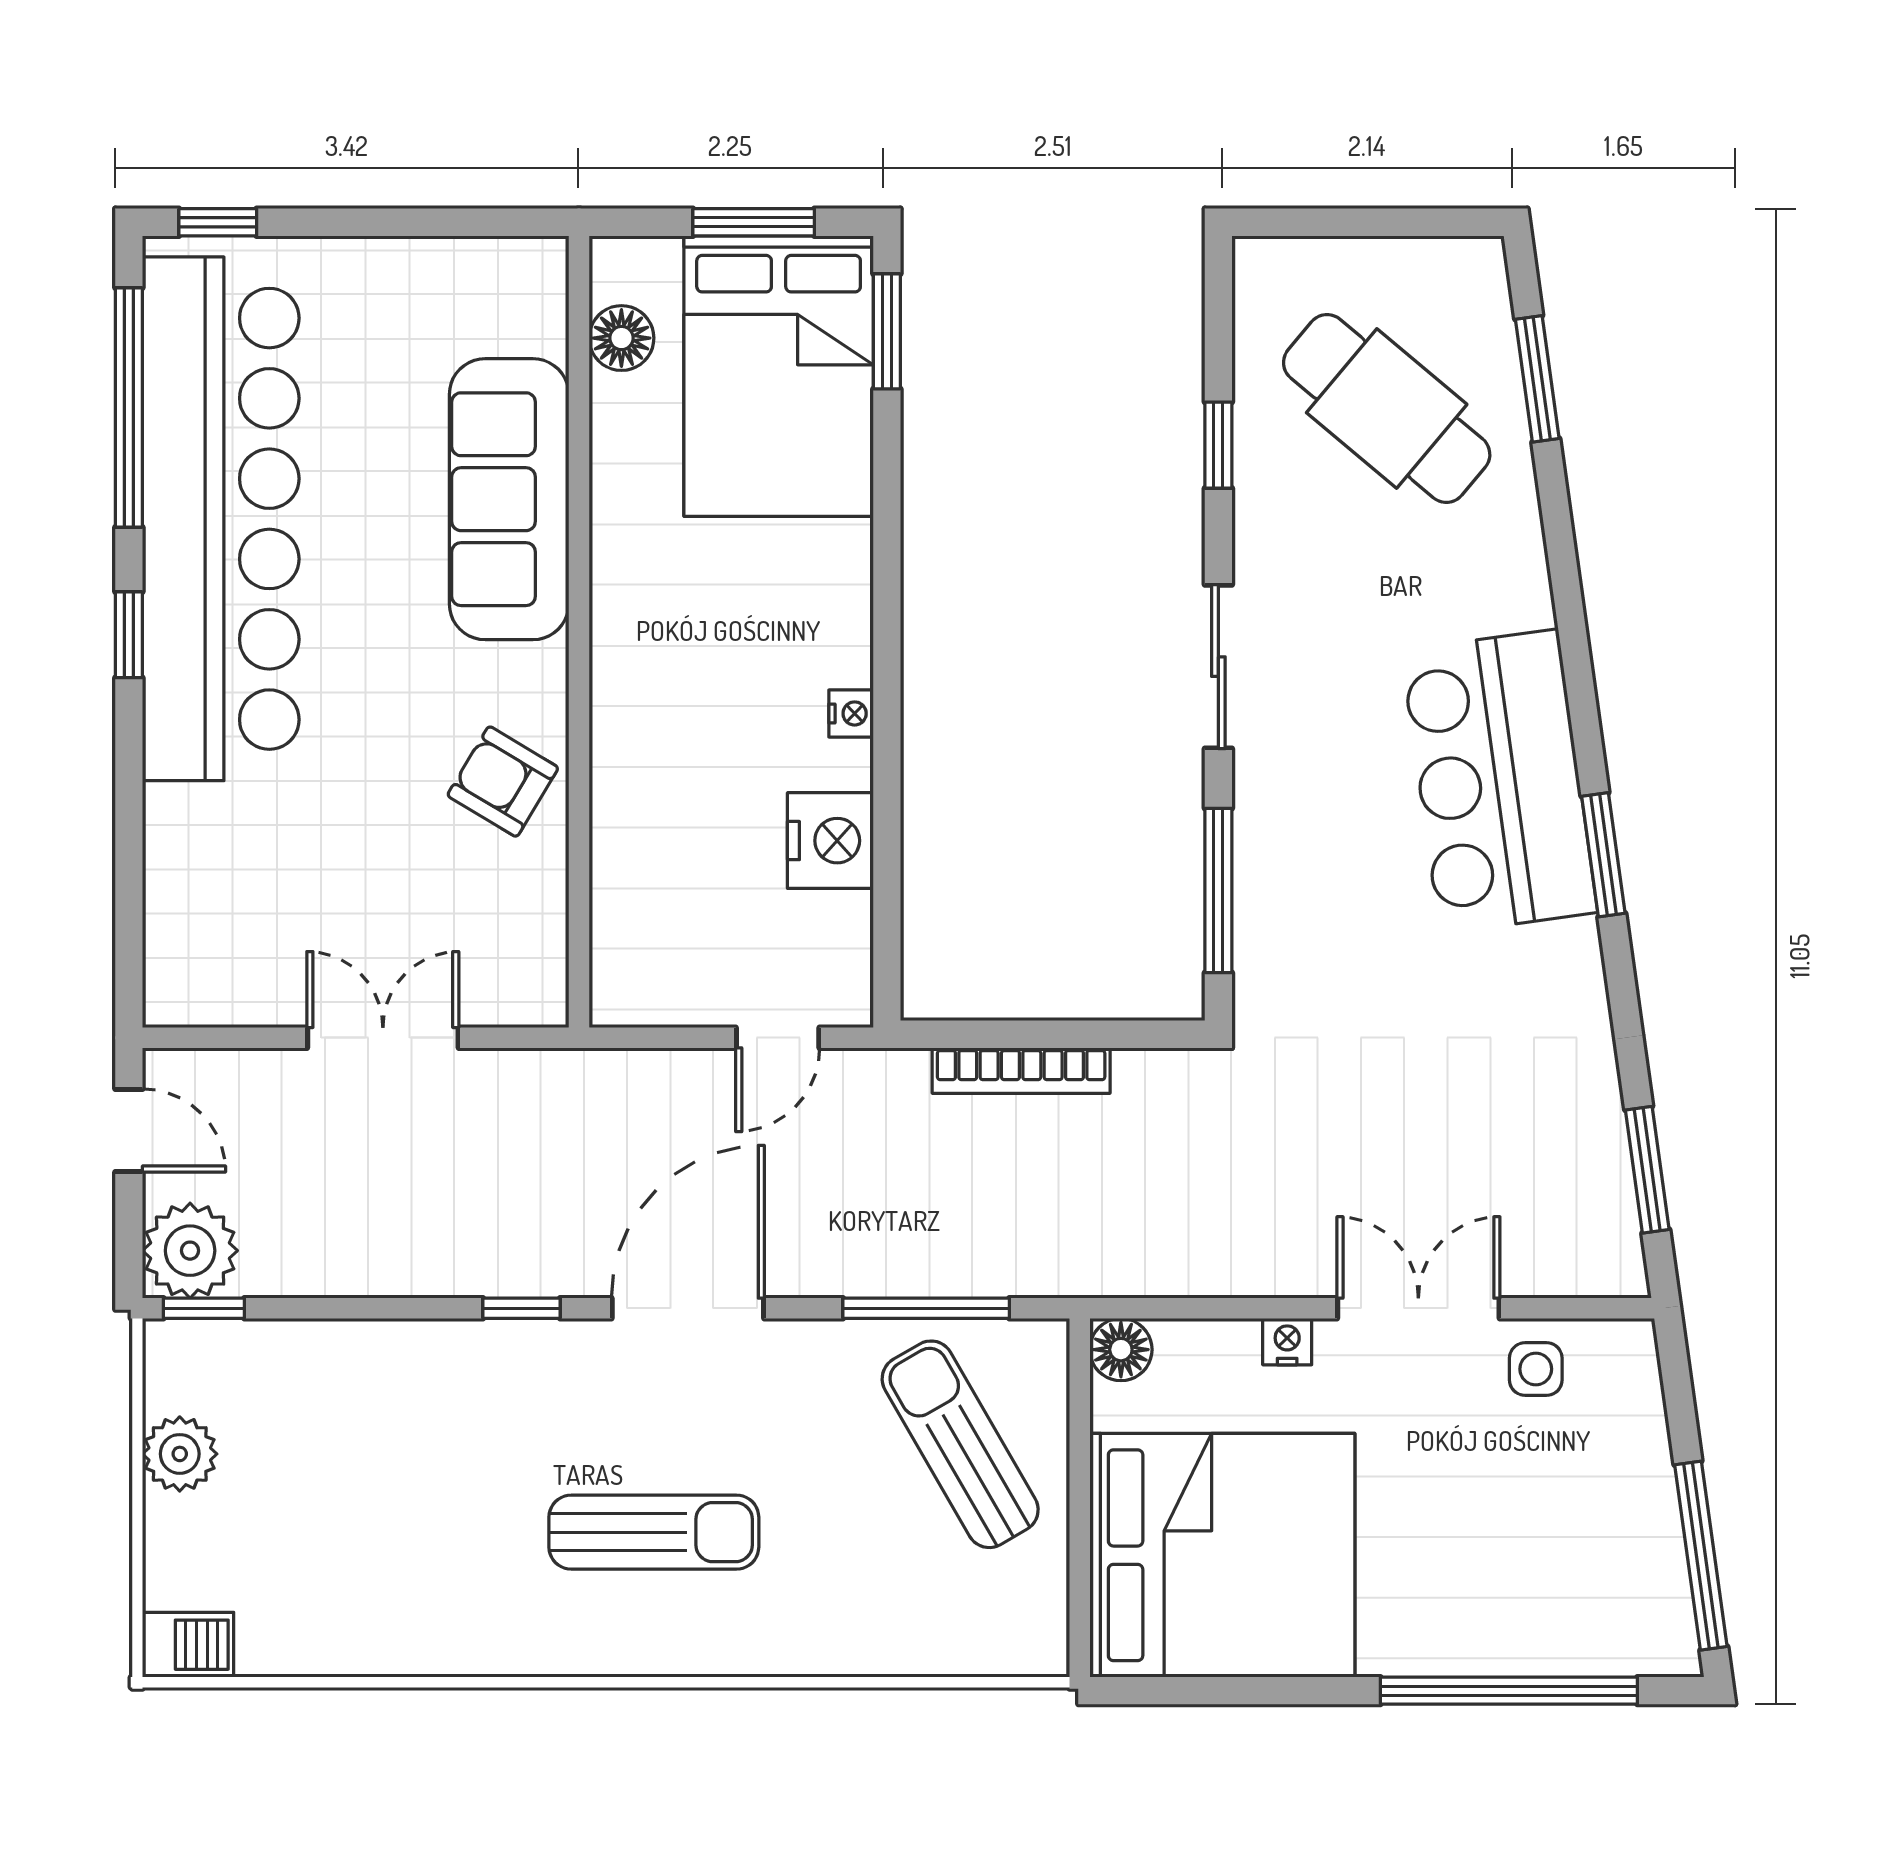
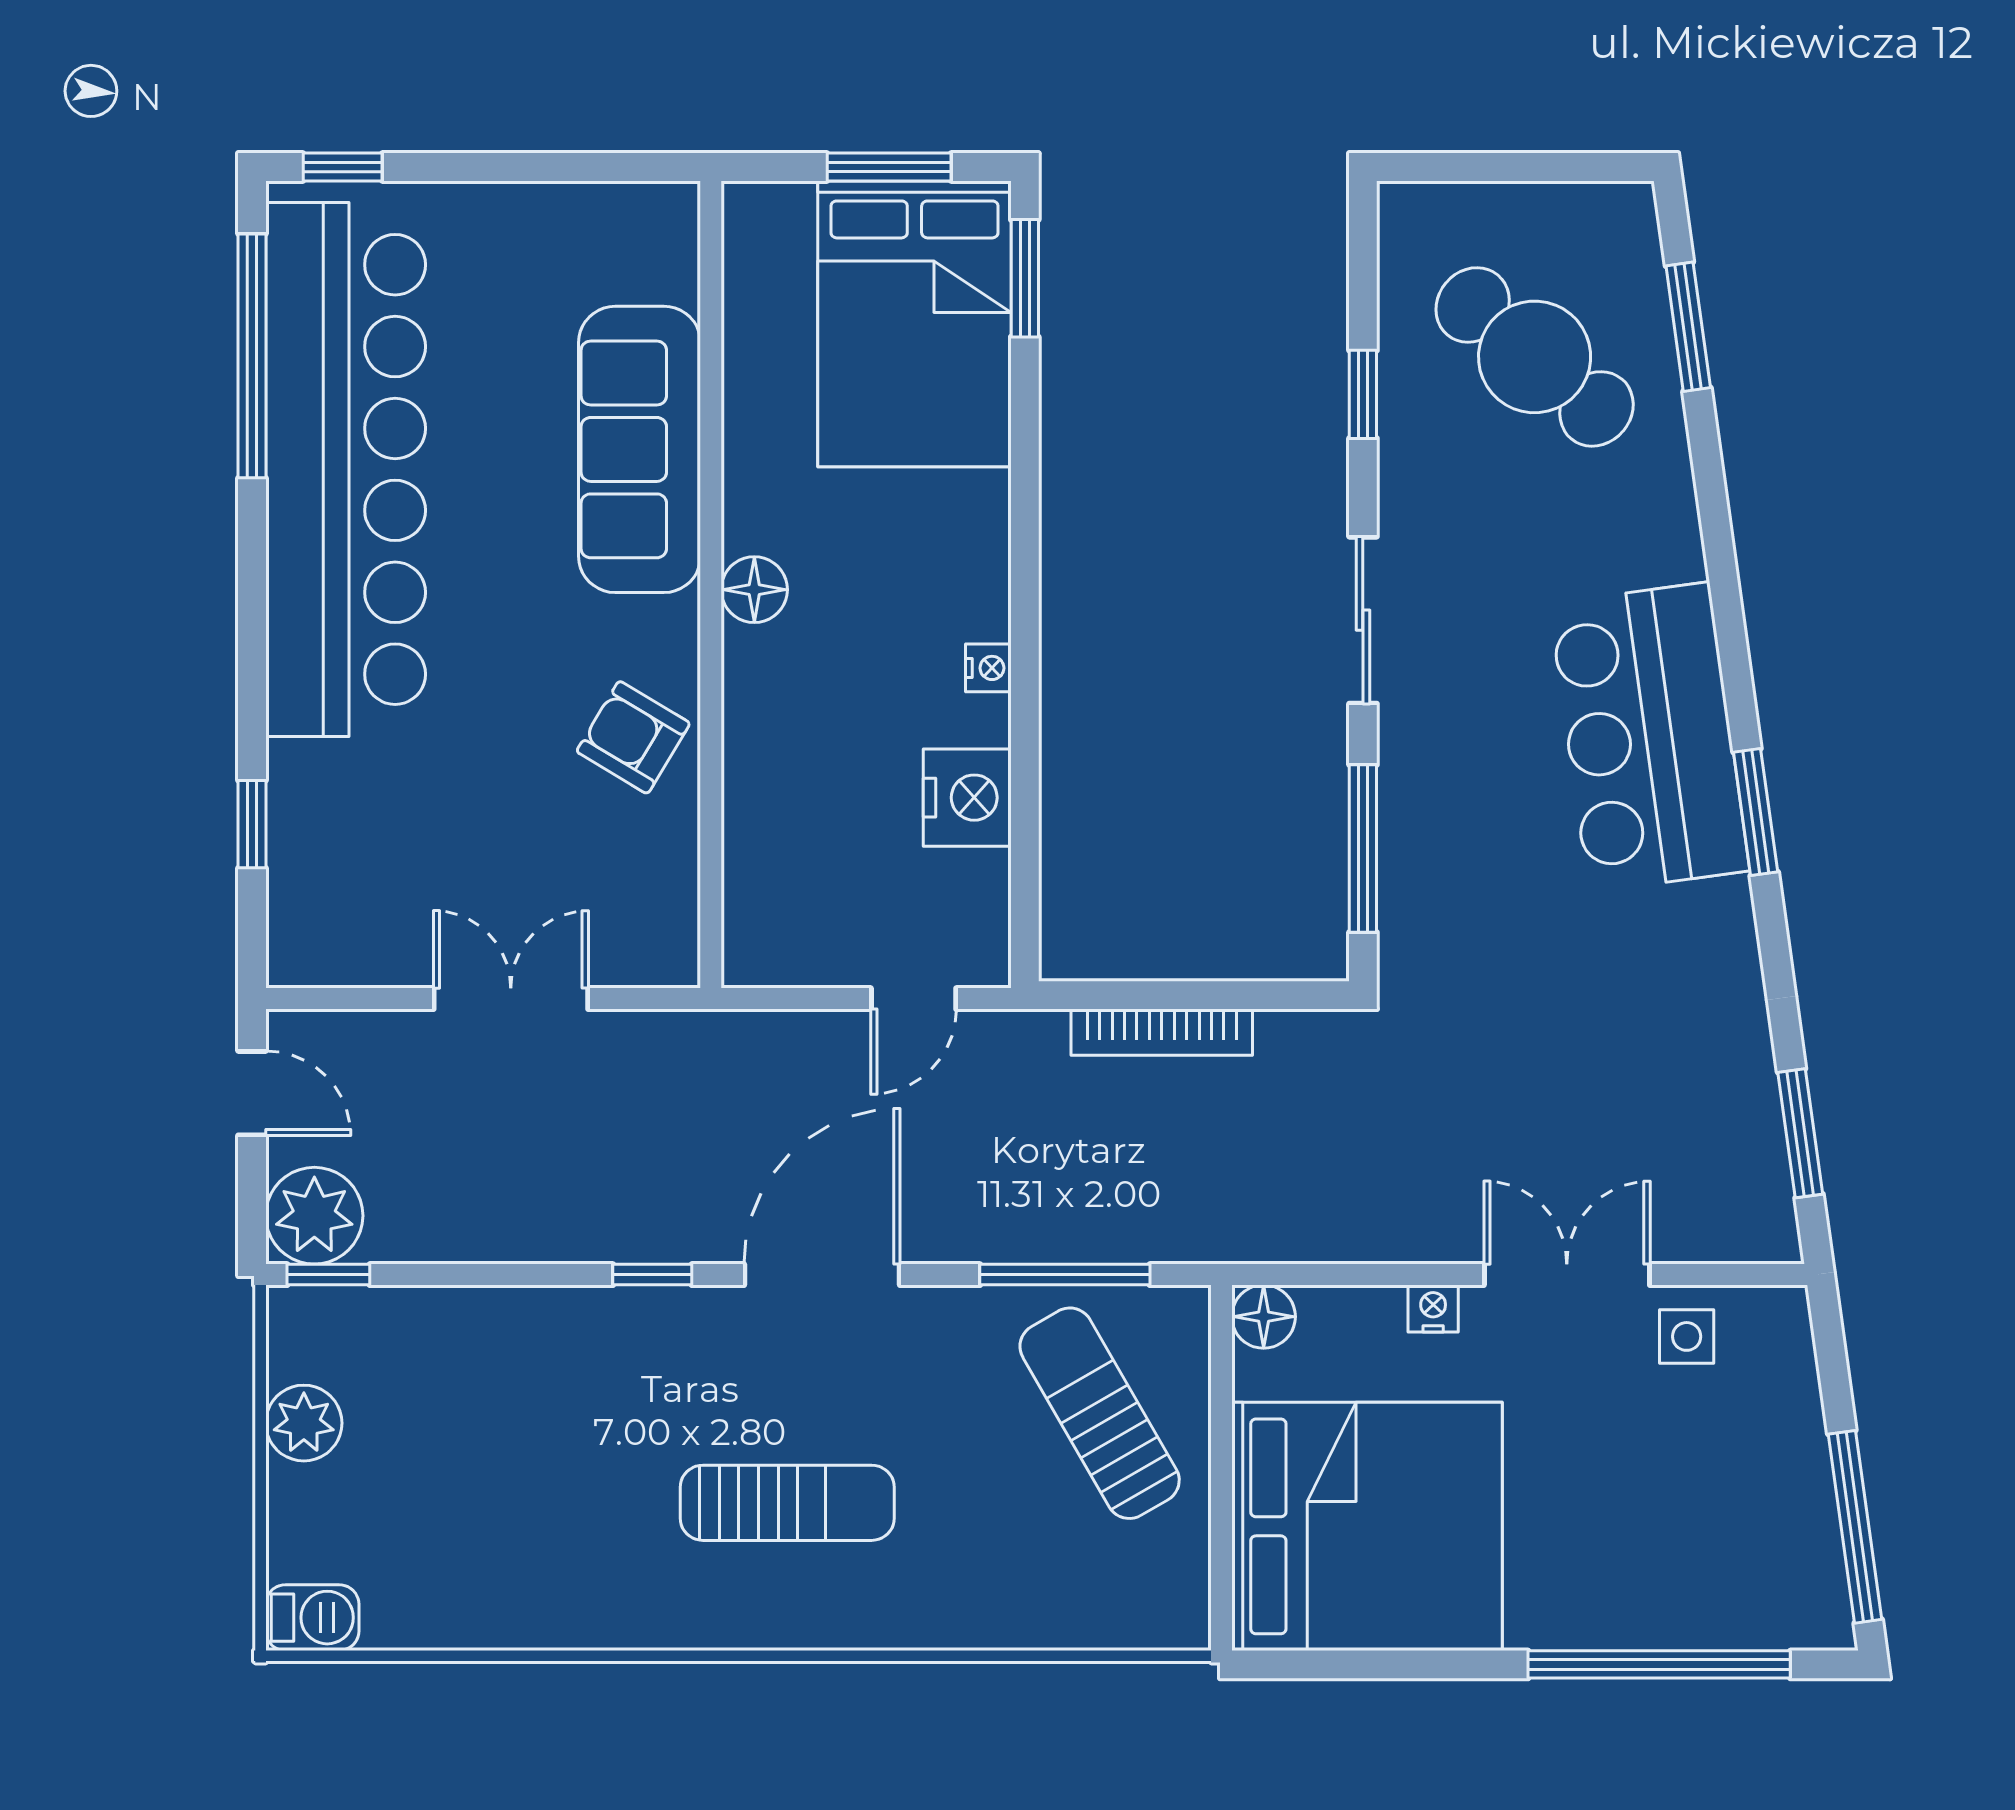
floor lamp: (621, 338) -> (754, 590), moved
window: (129, 635) -> (252, 824), moved

